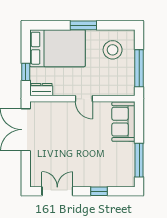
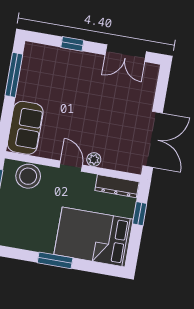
stool: (113, 50) -> (28, 176), moved
dresser: (42, 90) -> (117, 186), width x1.44
plant: (67, 107) -> (94, 159), added

